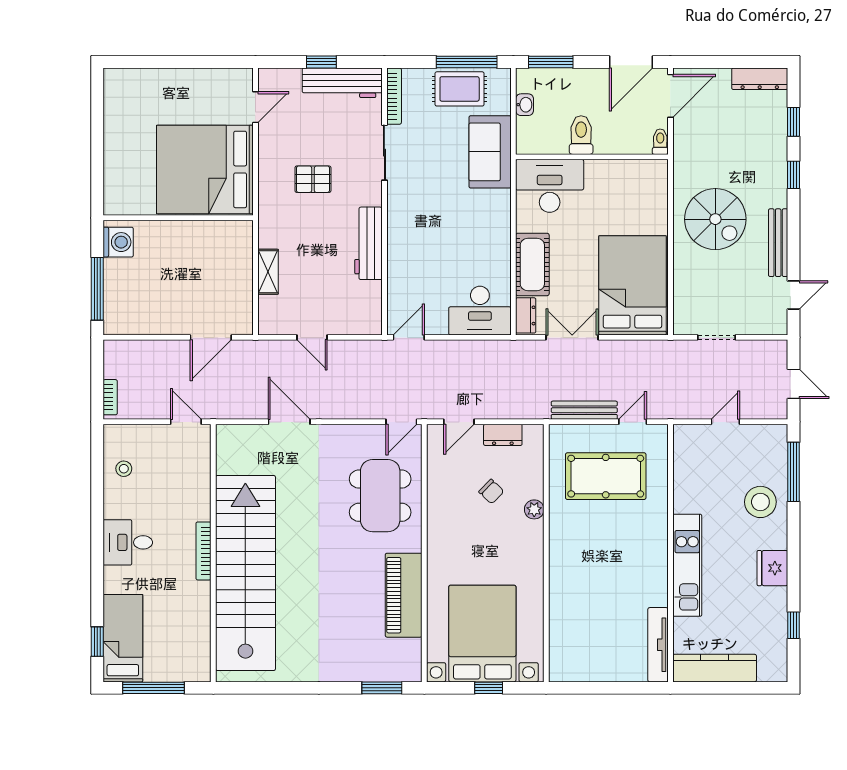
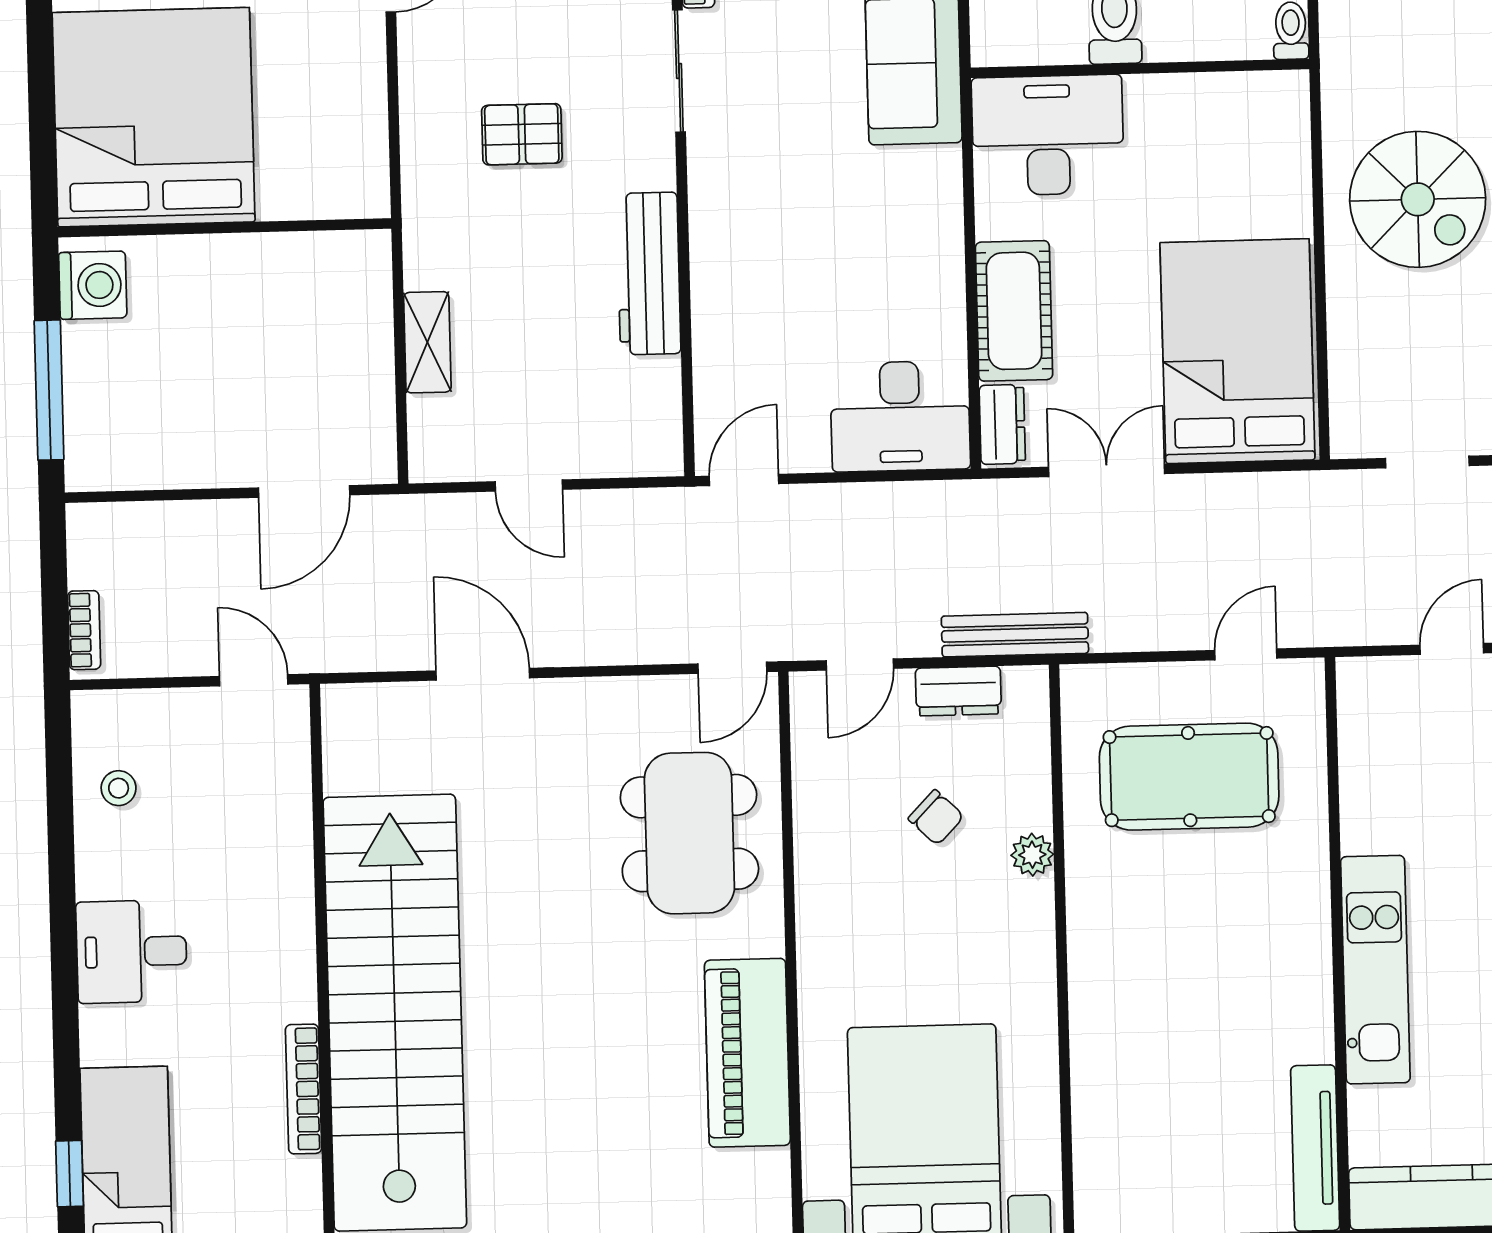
bed: (205, 169) -> (154, 117), moved, turned 90
bench: (584, 410) -> (1015, 635), moved
bookcase: (203, 551) -> (304, 1089), moved

